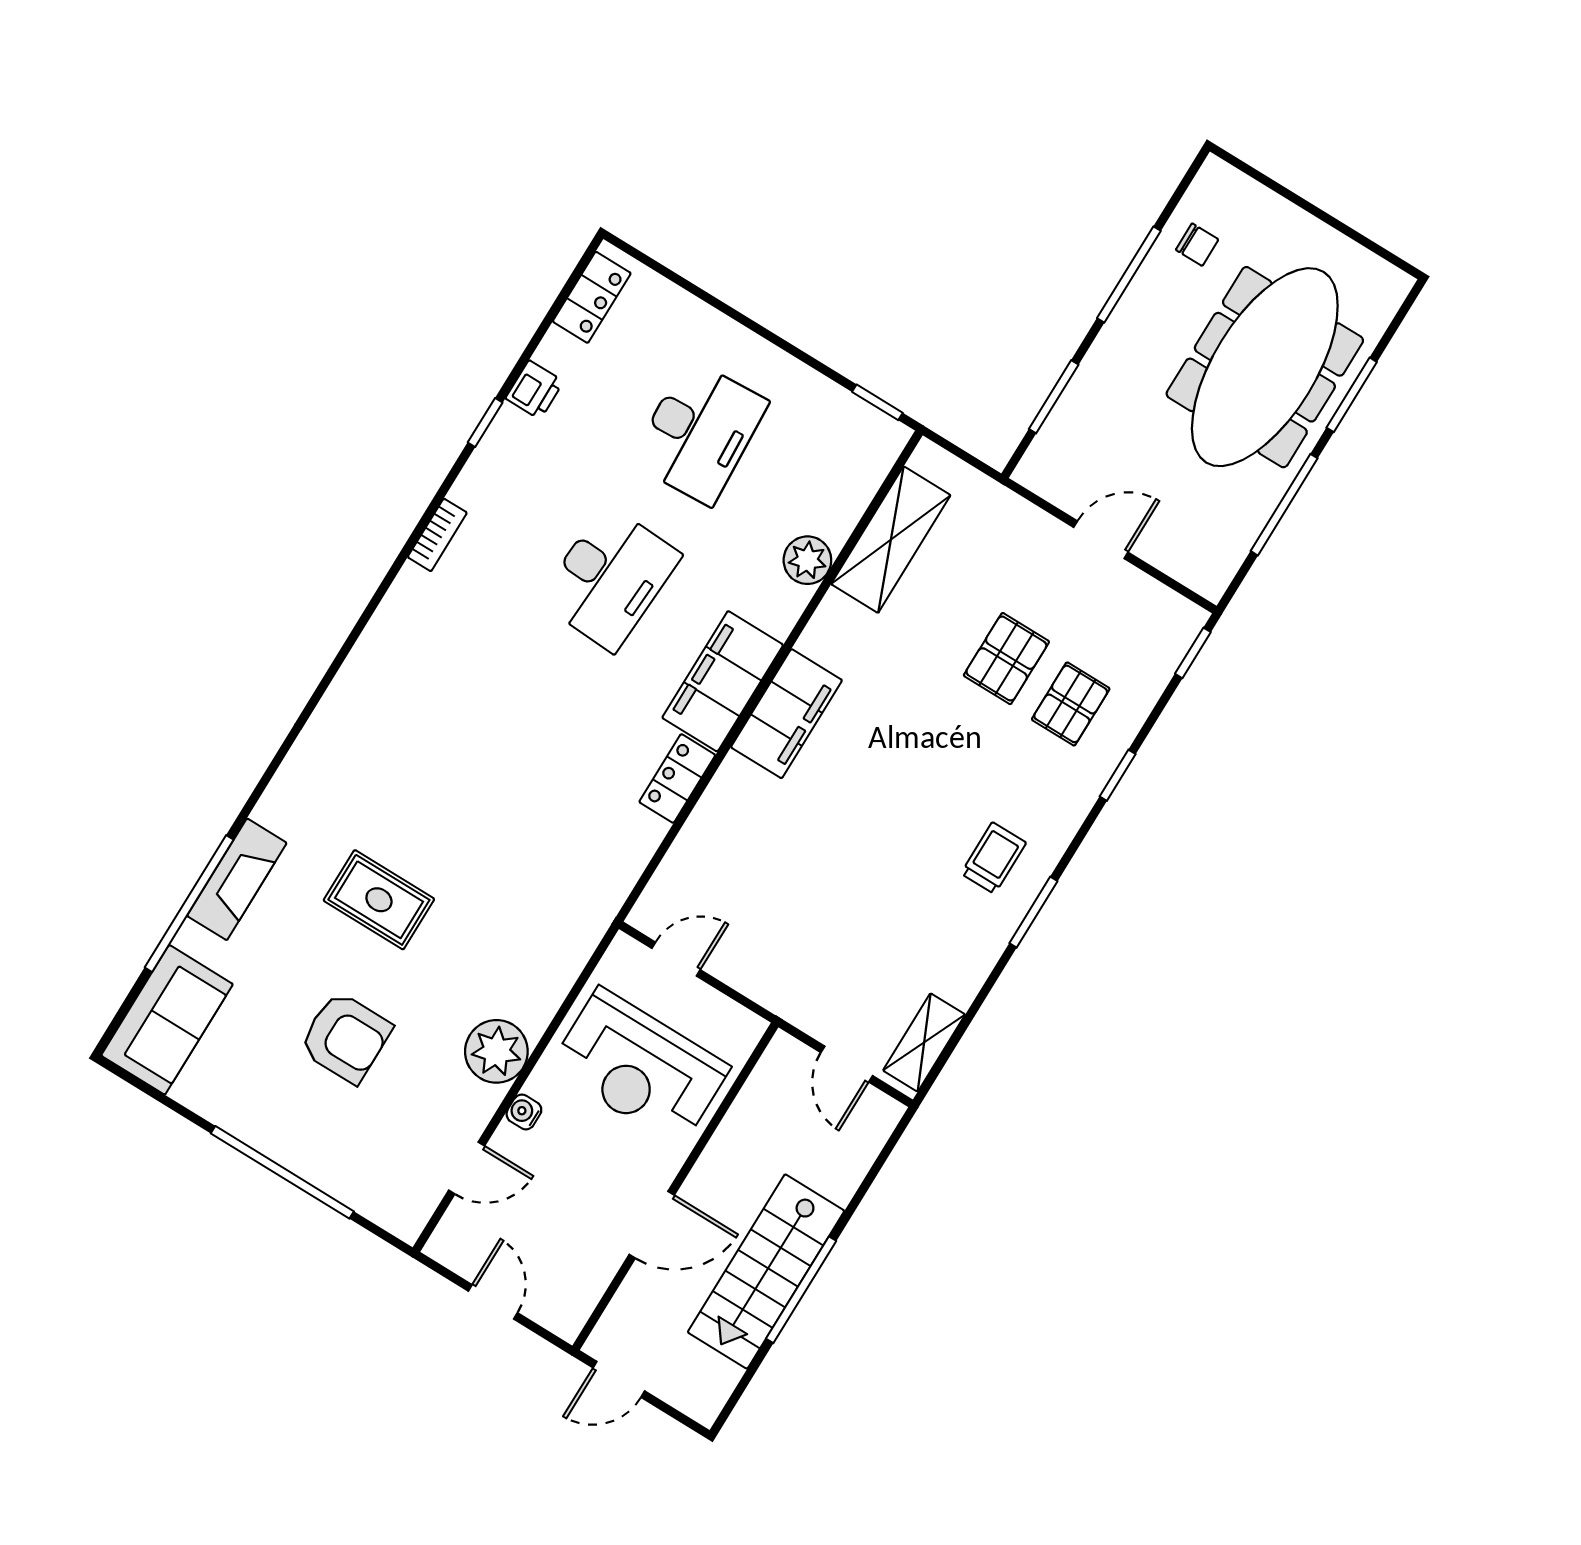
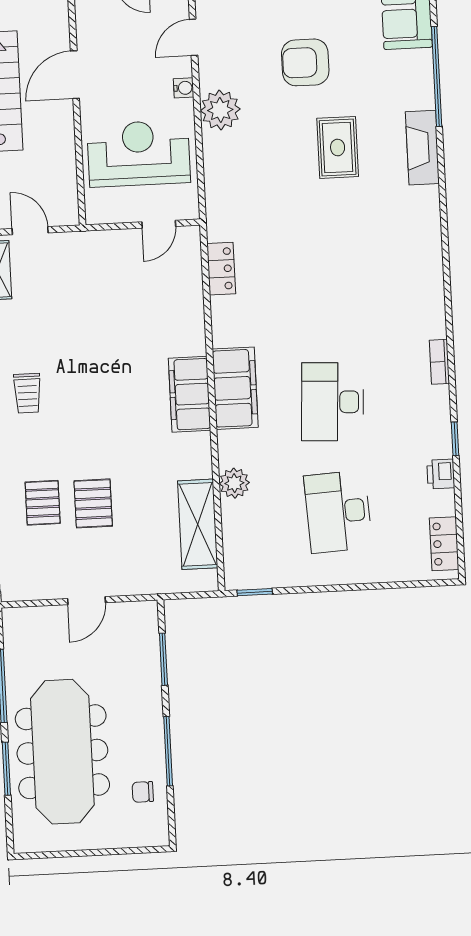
locker: (677, 778) -> (221, 269), moved
fireplace: (237, 879) -> (422, 148), moved
rug: (379, 900) -> (338, 147), turned 90

